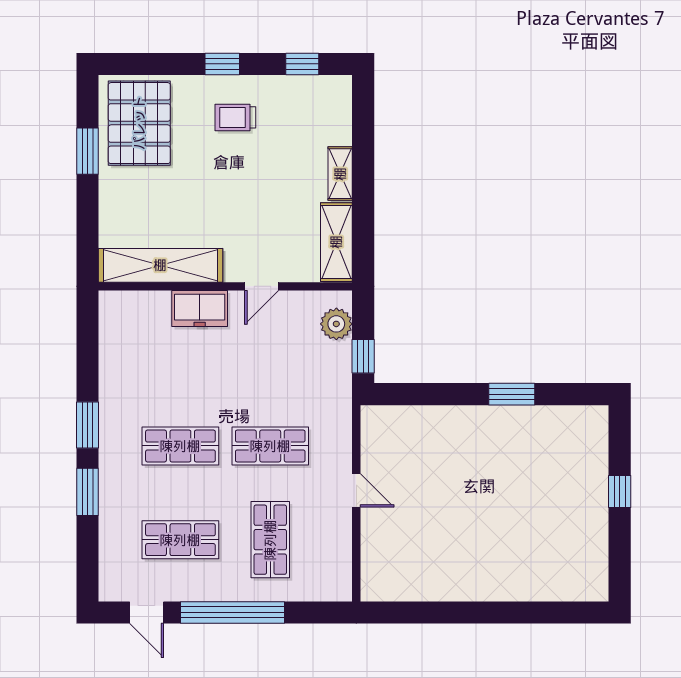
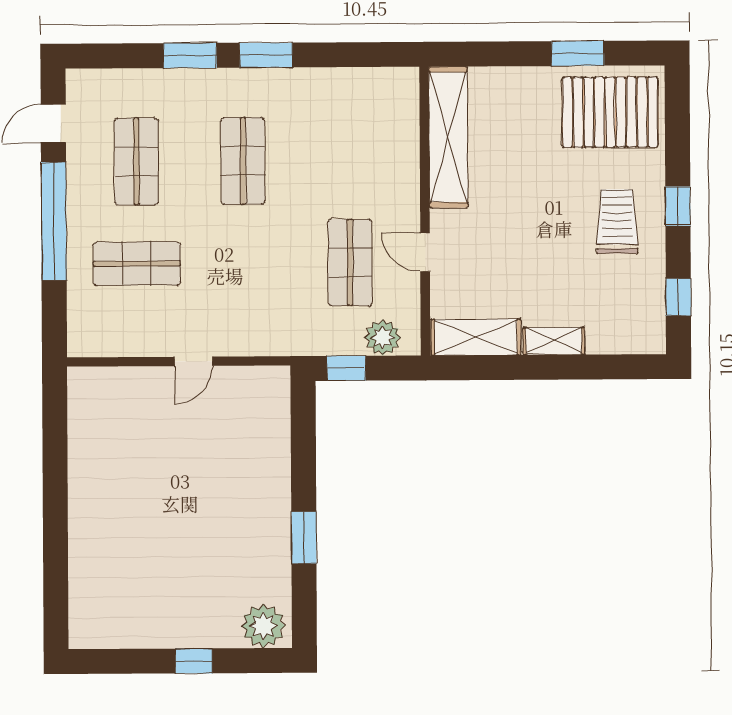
trolley: (235, 117) -> (617, 221), width x1.36, depth x1.39
freezer: (200, 309) -> (399, 182), removed
plant: (589, 430) -> (263, 626), added
shop shelf: (270, 446) -> (350, 263), moved

